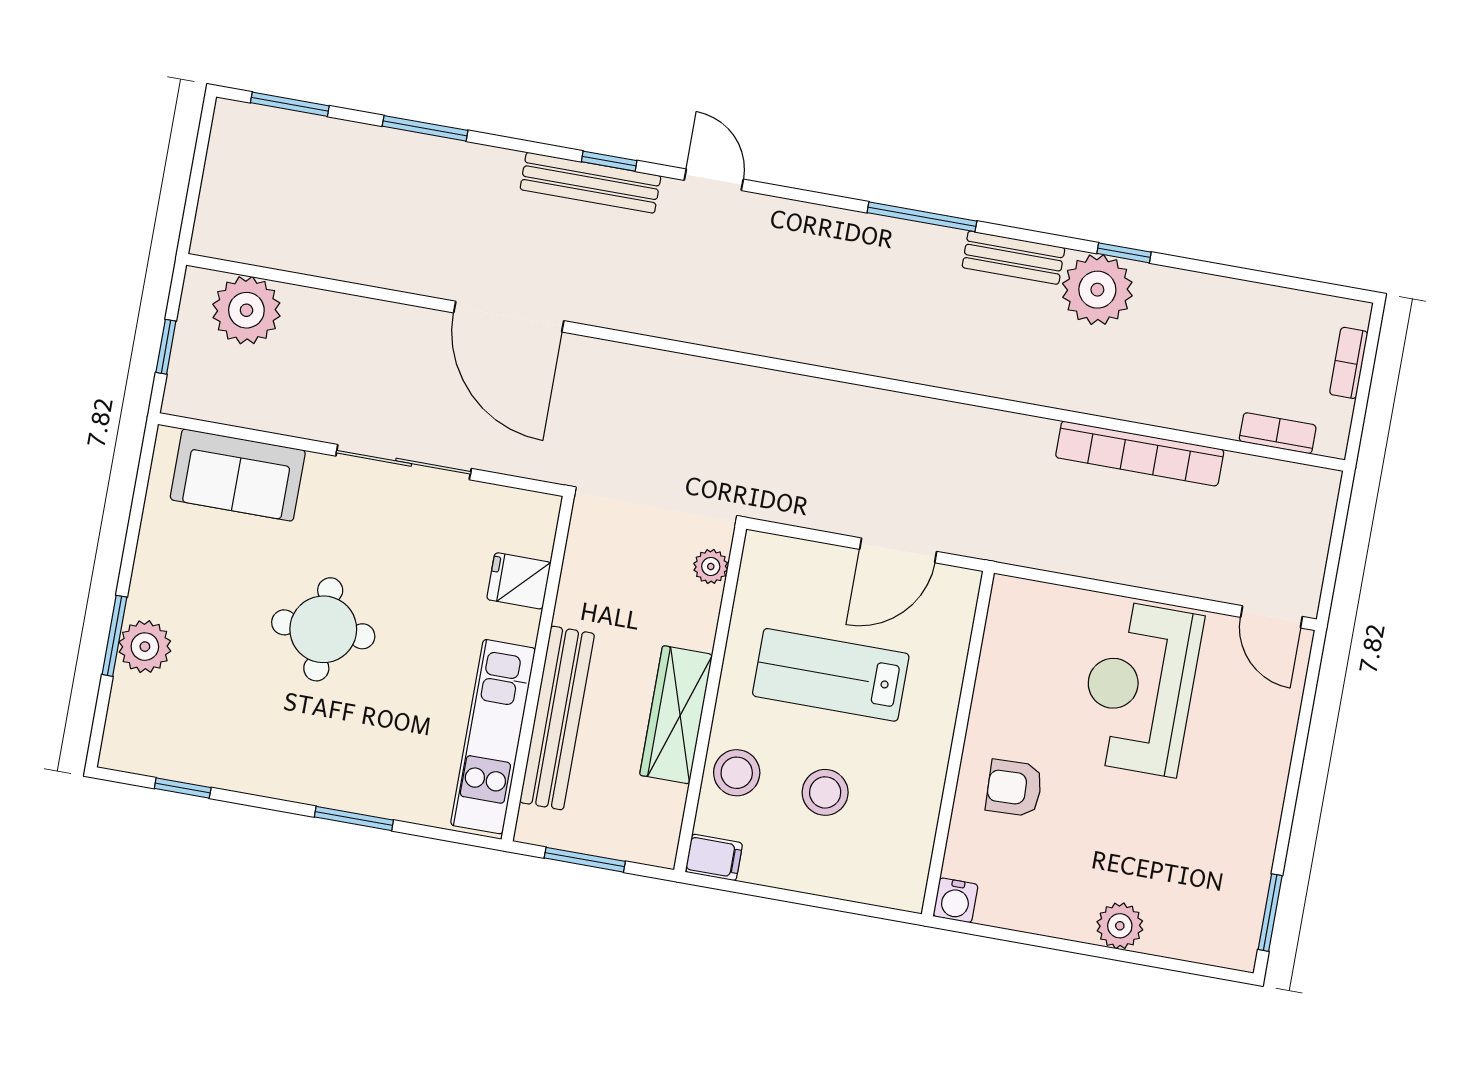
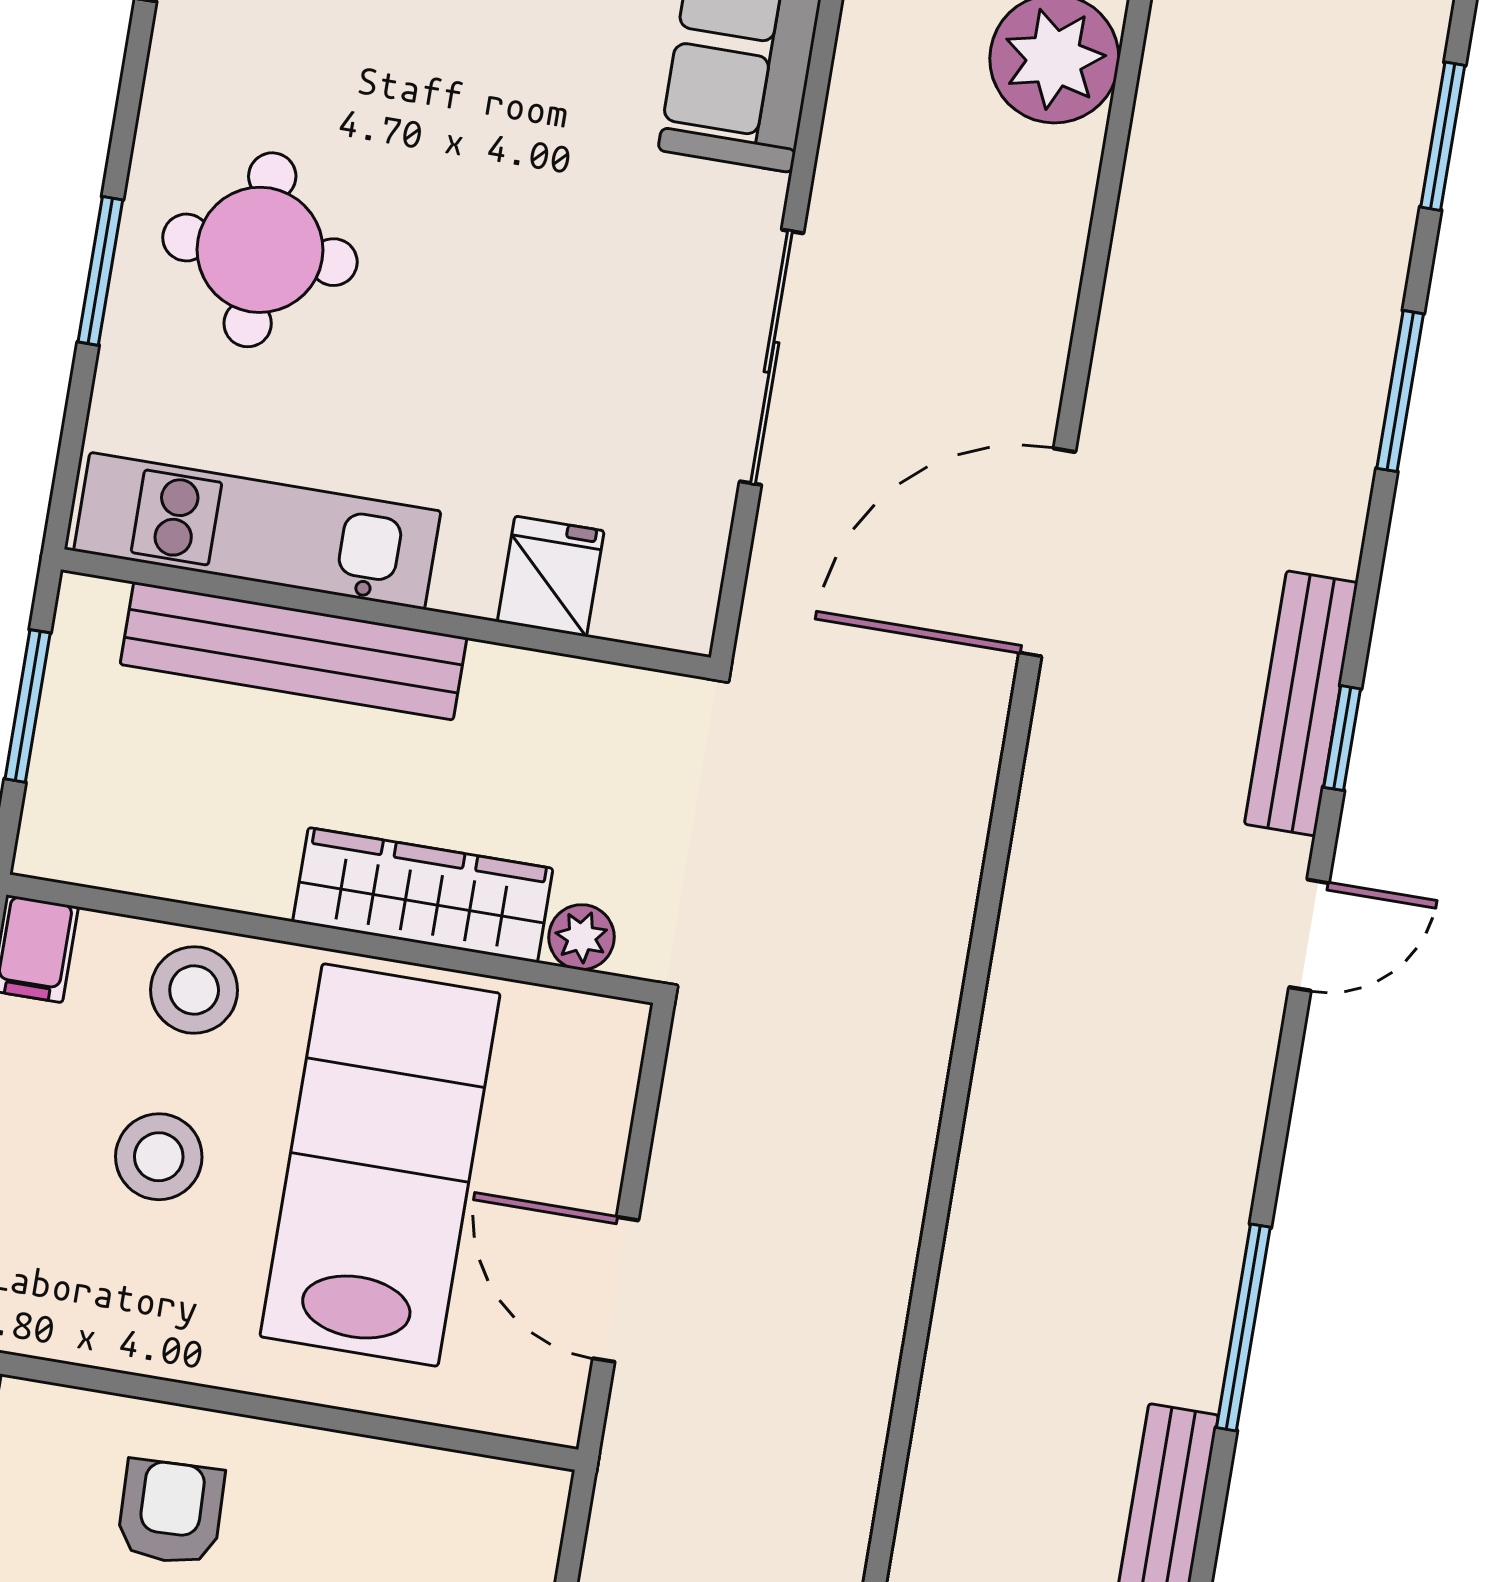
round table: (323, 629) -> (260, 250), moved
lab bench: (831, 675) -> (380, 1165), width x1.36, depth x1.39
wardrobe: (676, 715) -> (423, 895), moved

